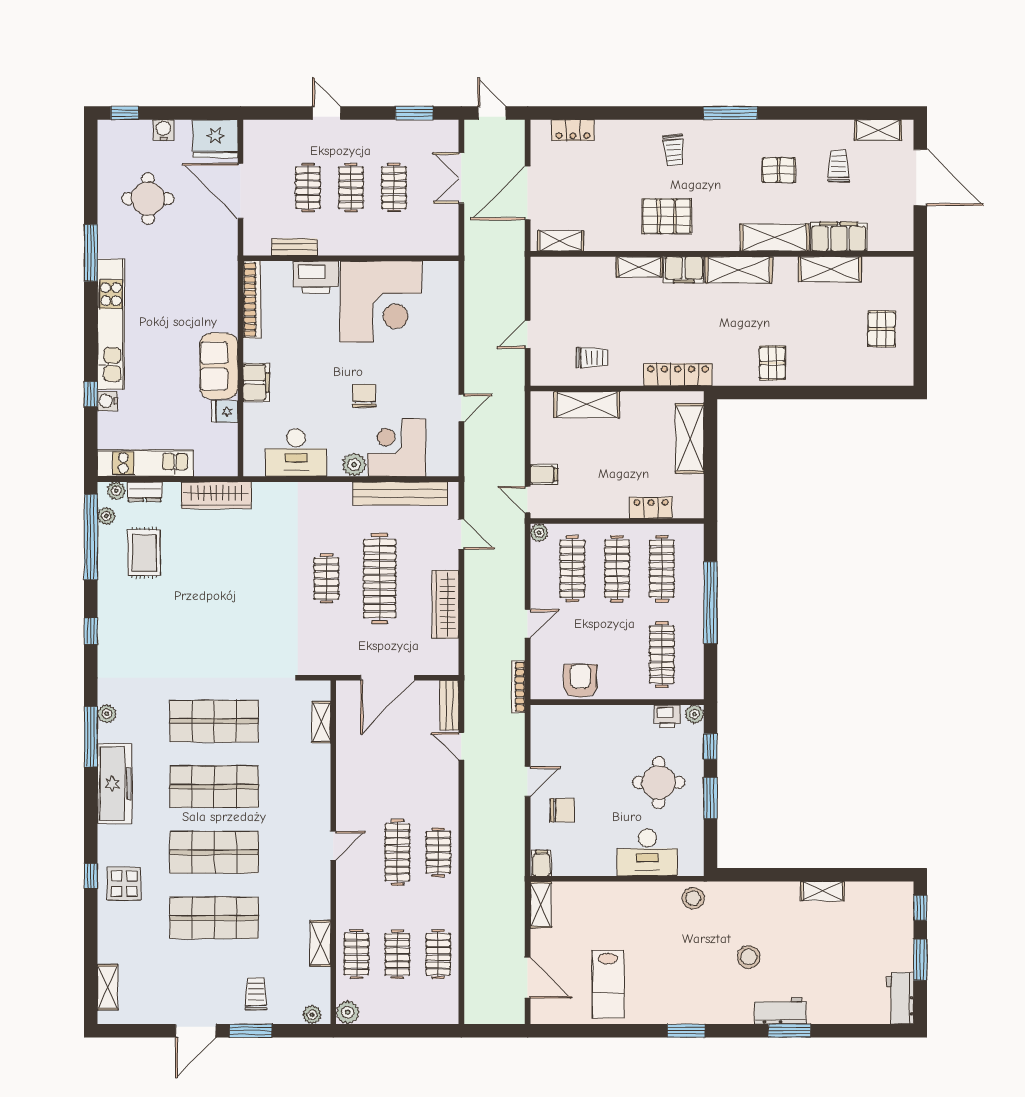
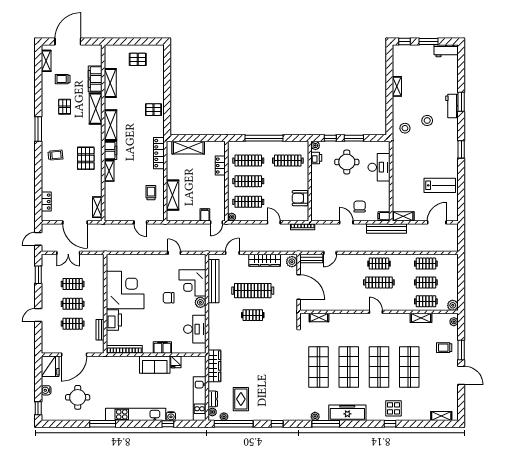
rug: (144, 553) -> (241, 399), turned 90
plant: (443, 663) -> (292, 262), added
bench: (514, 869) -> (386, 229), added
stool: (693, 898) -> (405, 128), moved

